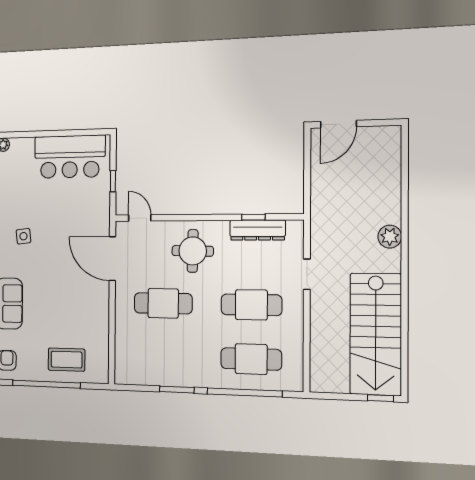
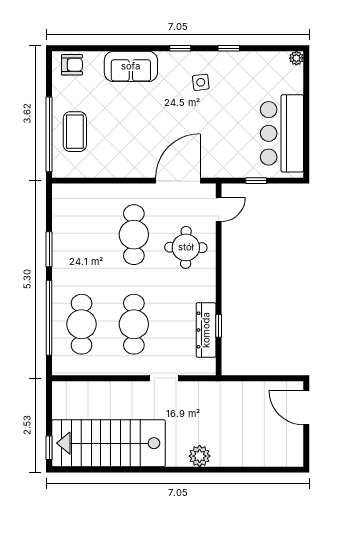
round table: (193, 251) -> (186, 247), moved
window: (46, 384) -> (49, 134), moved

